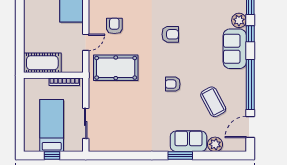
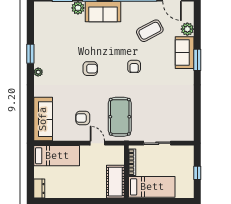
armchair: (170, 34) -> (90, 69), turned 90
sliding door: (86, 123) -> (157, 143), moved
bed: (52, 126) -> (152, 187), moved, turned 180

